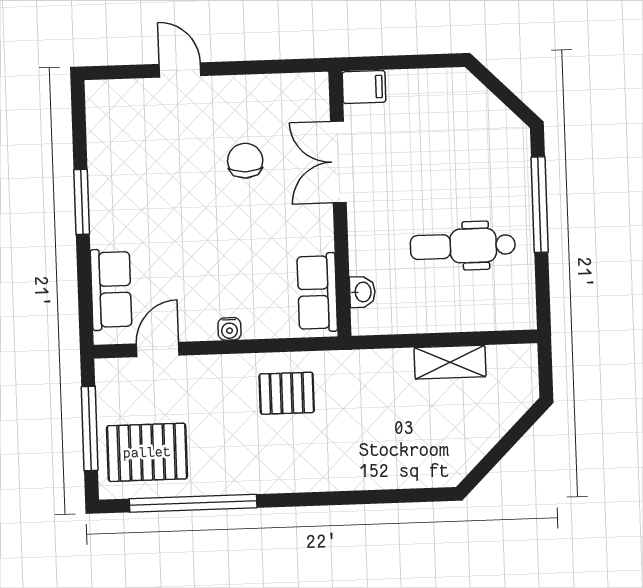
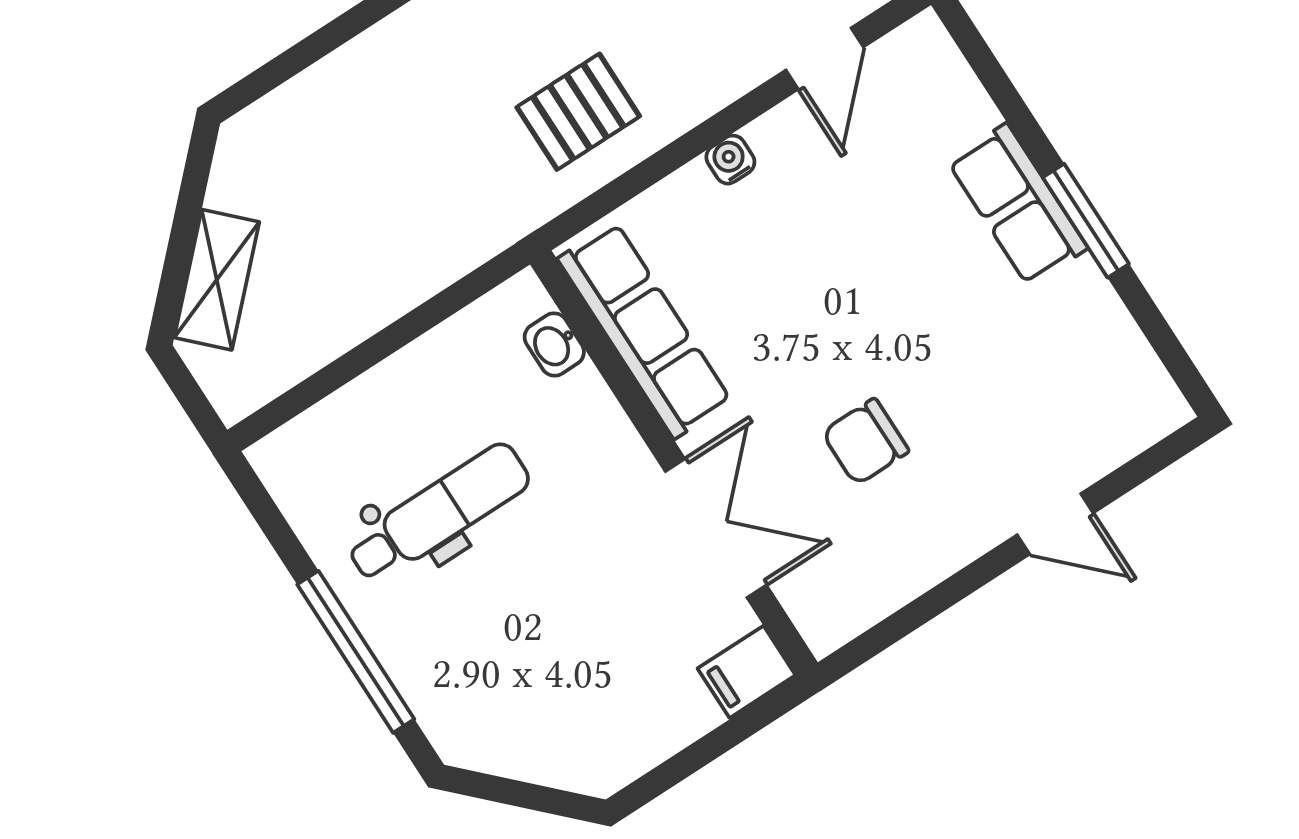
chair: (245, 161) -> (865, 442), turned 90
row of seats: (111, 289) -> (1018, 205), moved
row of seats: (317, 292) -> (645, 330), width x1.48
shelving: (450, 362) -> (217, 280), moved, turned -45

